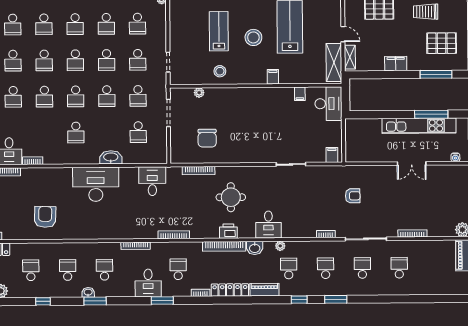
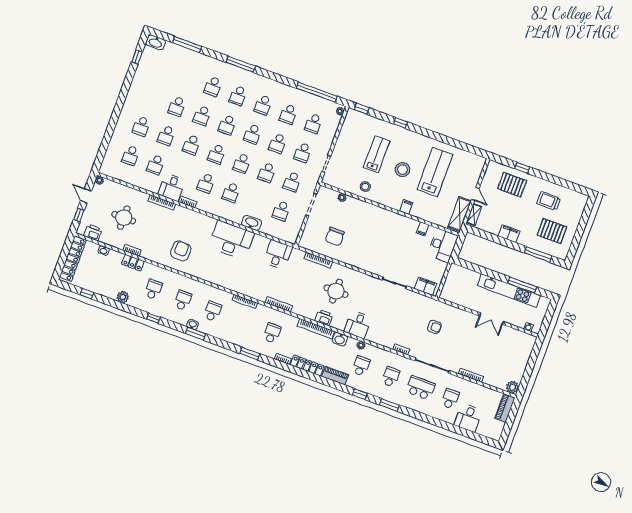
school desk: (45, 133) -> (206, 183), added
filing cabinet: (332, 155) -> (425, 286), width x2.00
school desk: (362, 268) -> (420, 388), width x1.85
desk: (148, 283) -> (468, 418), moved

